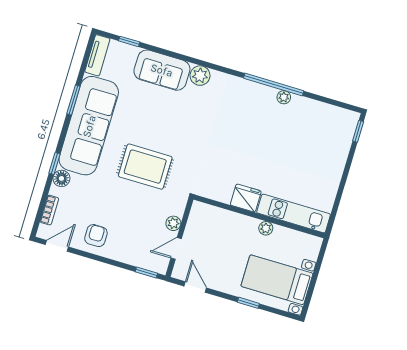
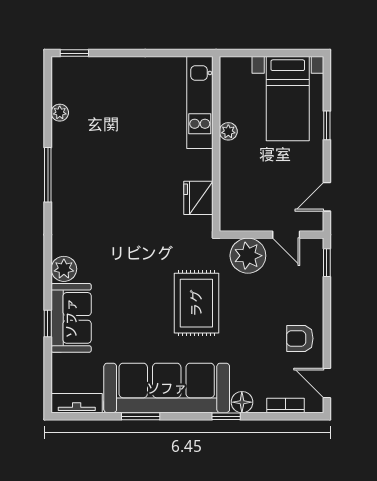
window: (129, 41) -> (48, 323), moved
window: (274, 85) -> (48, 175), width x0.68
plant: (284, 97) -> (60, 113), moved
fridge: (246, 198) -> (198, 198), moved
plant: (173, 223) -> (248, 256), width x1.88, depth x1.88

